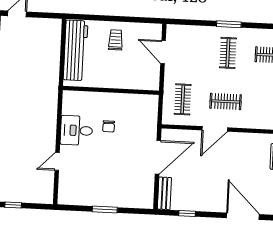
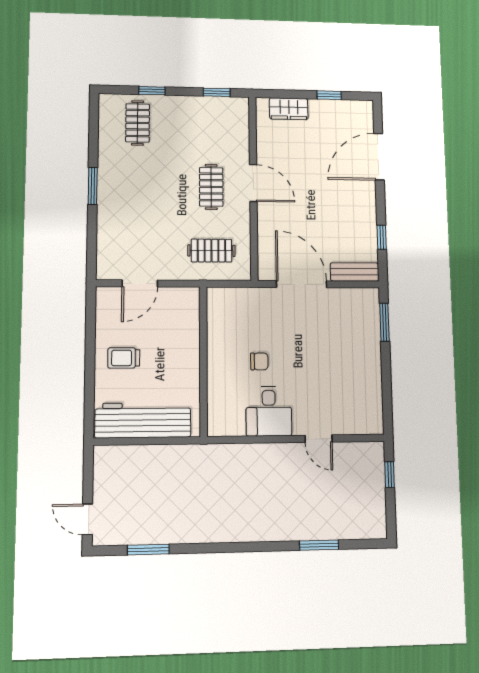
clothes rail: (228, 53) -> (137, 186), removed
door: (215, 129) -> (253, 183), moved
window: (13, 205) -> (390, 475), moved
window: (105, 209) -> (384, 322), moved

